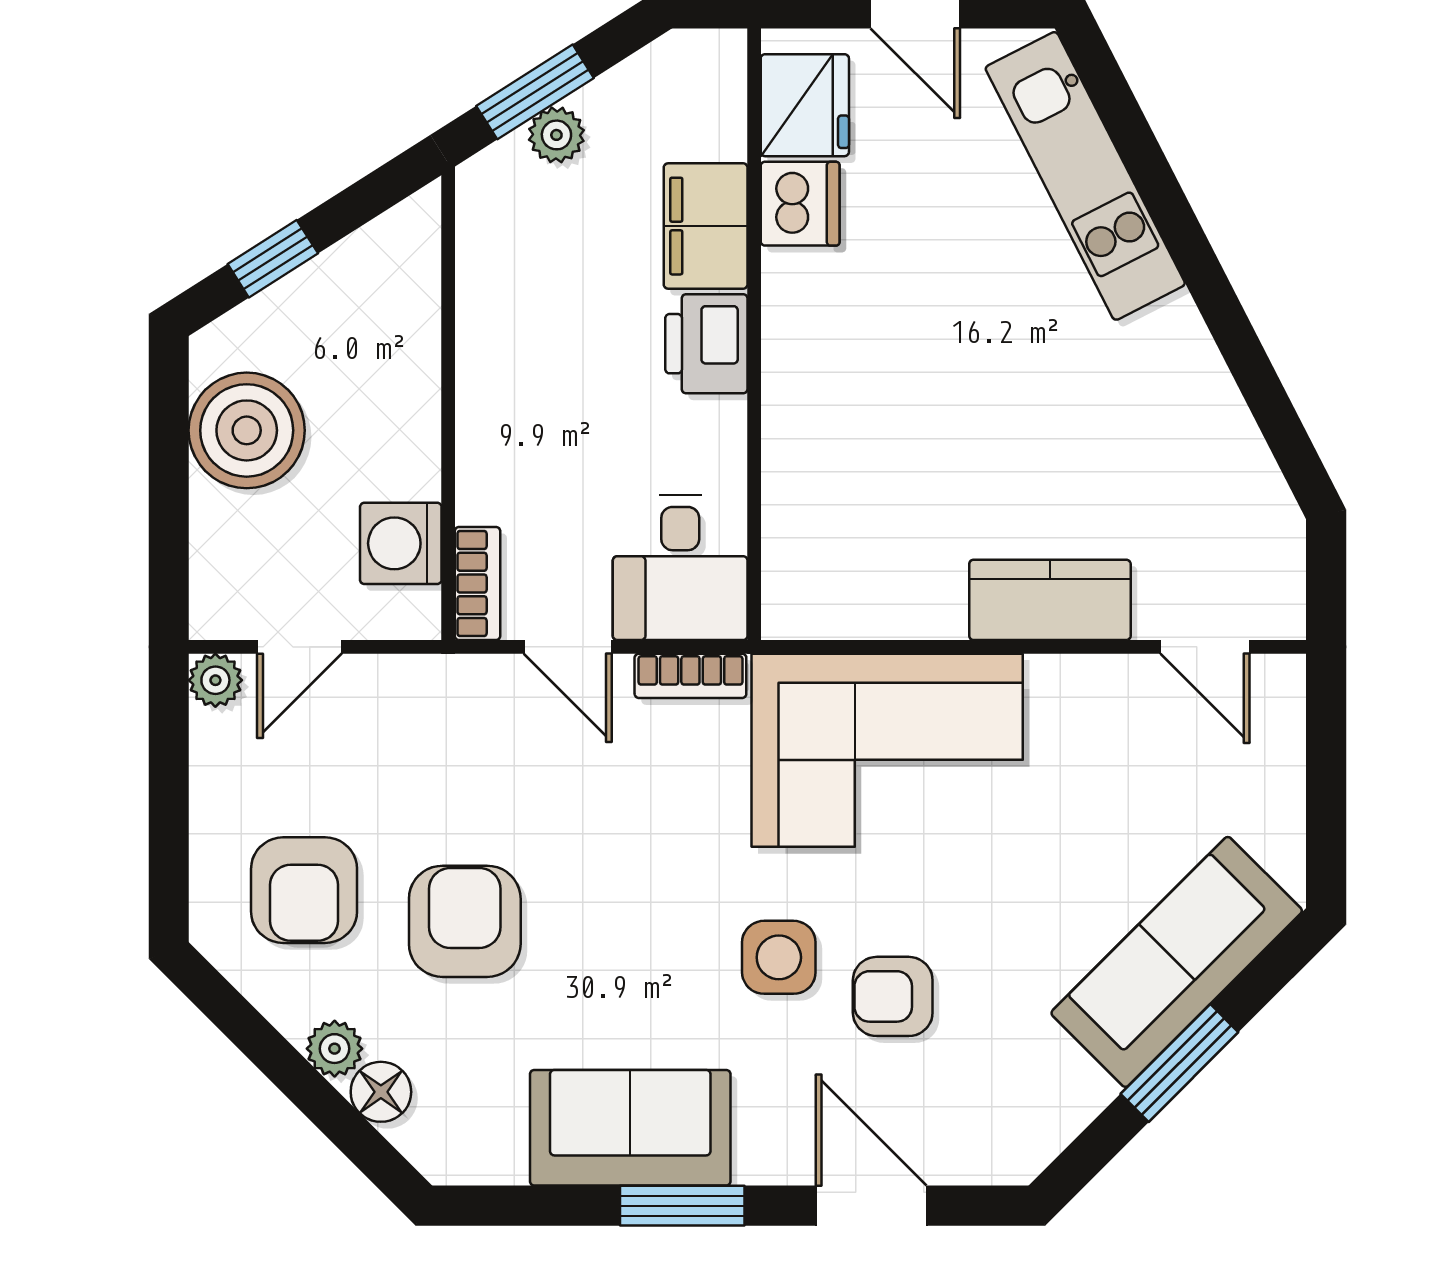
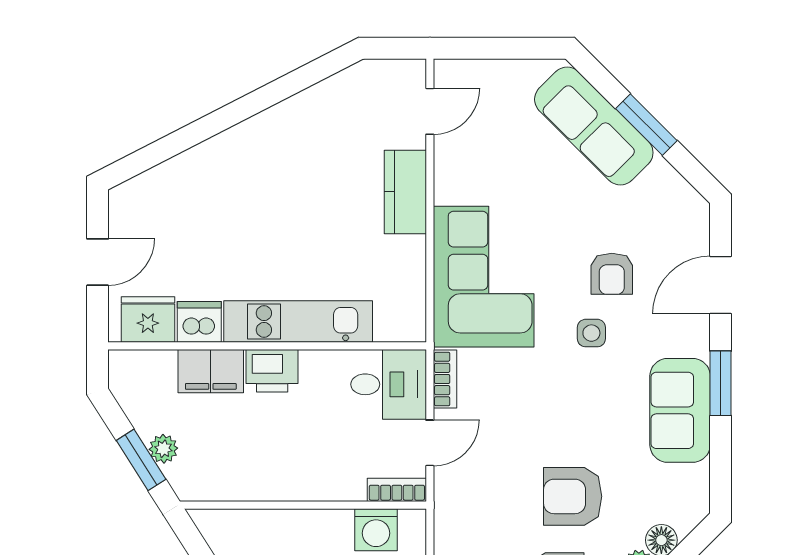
kitchen unit: (1085, 176) -> (298, 322), moved, turned -153
side table: (779, 957) -> (591, 333), width x0.73, depth x0.73

